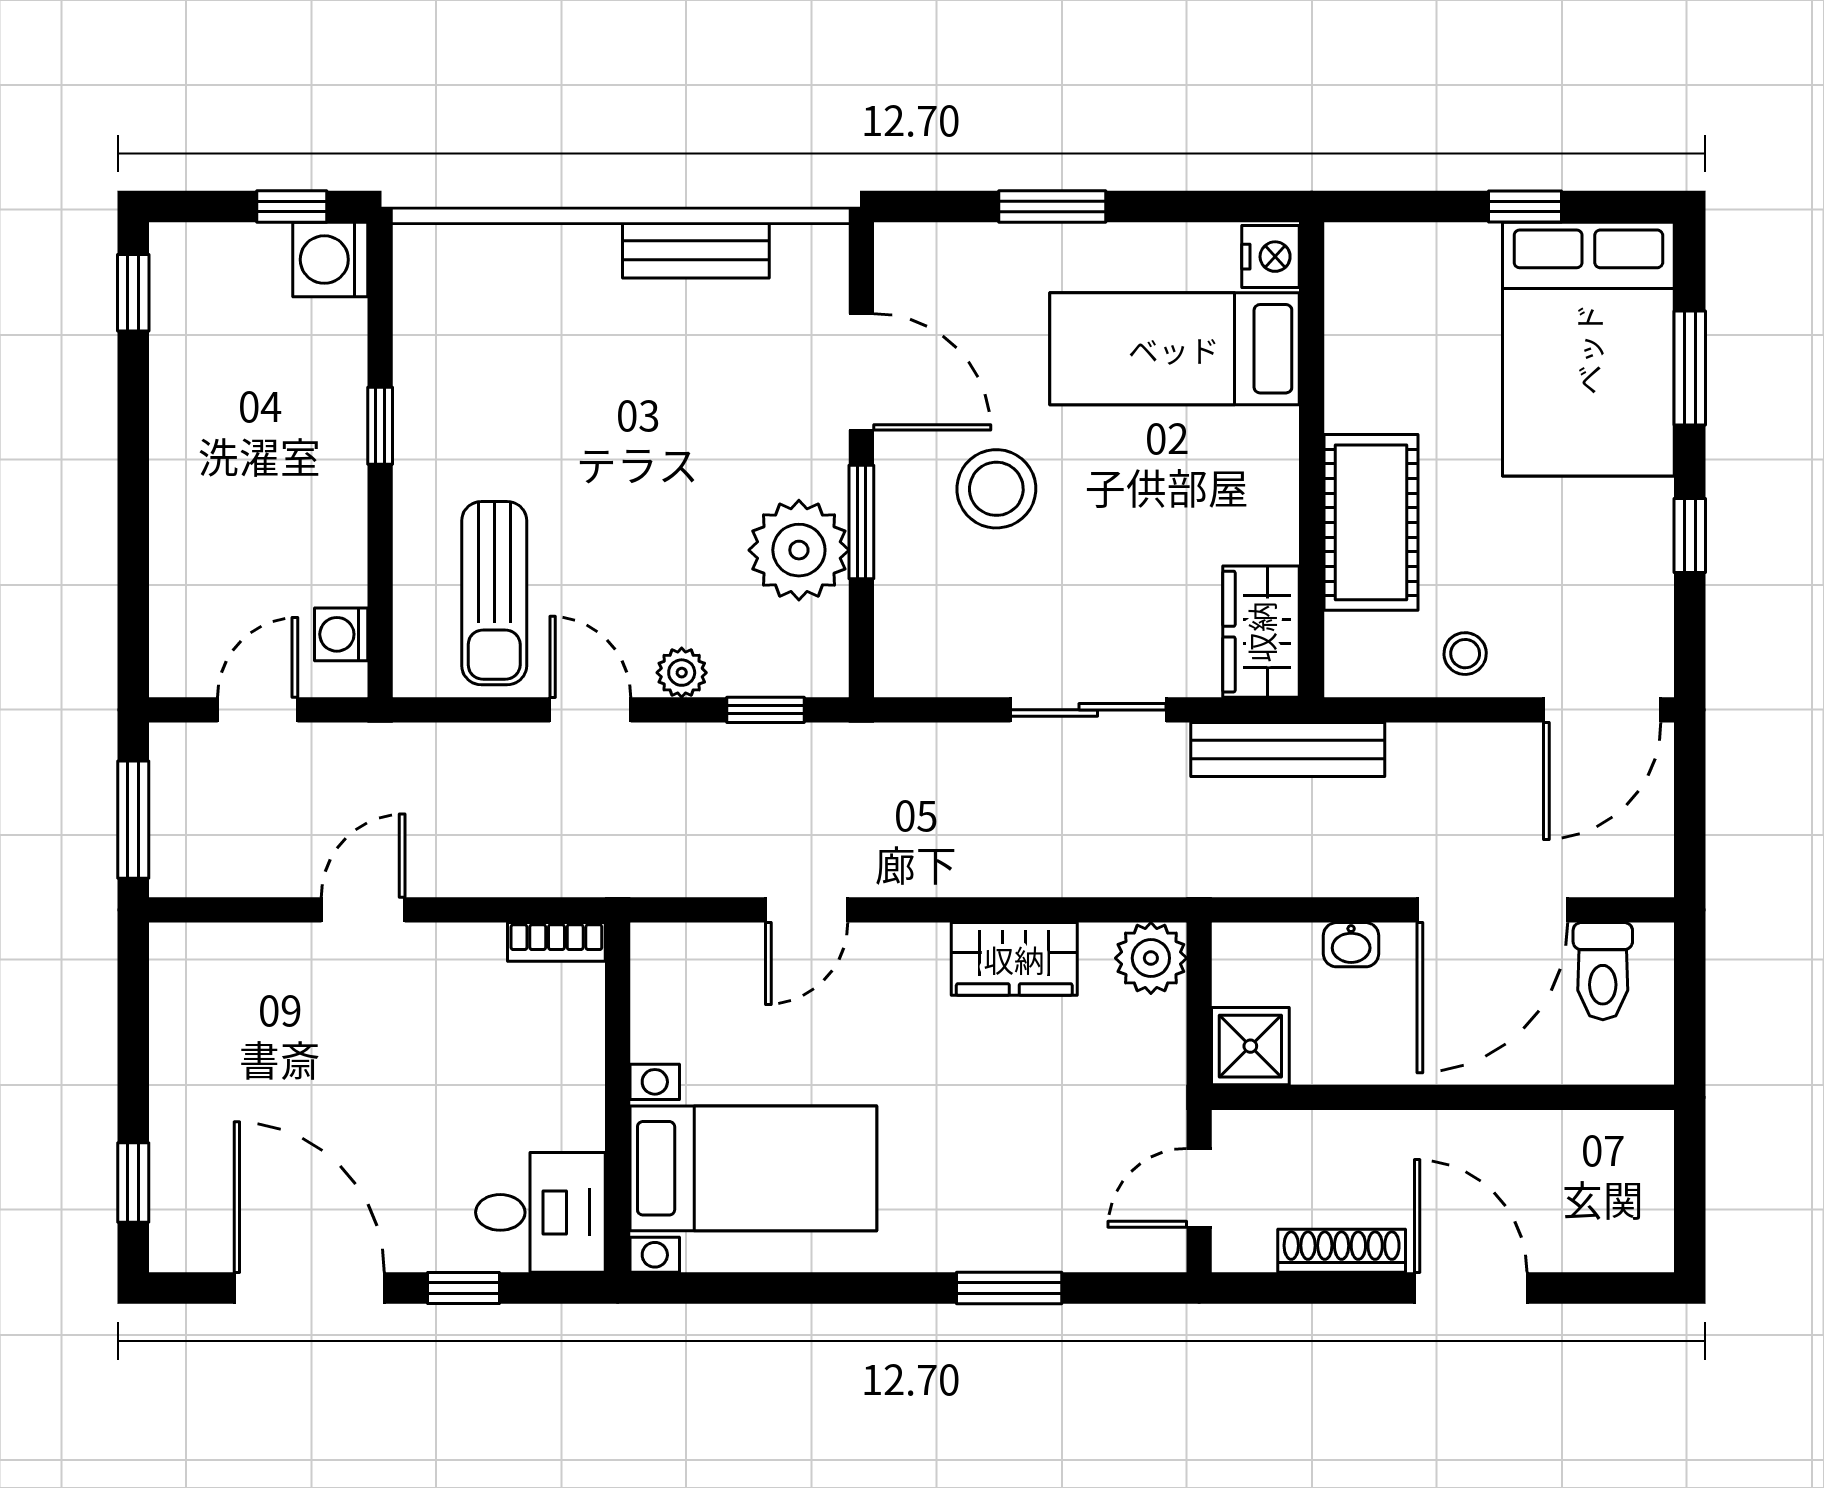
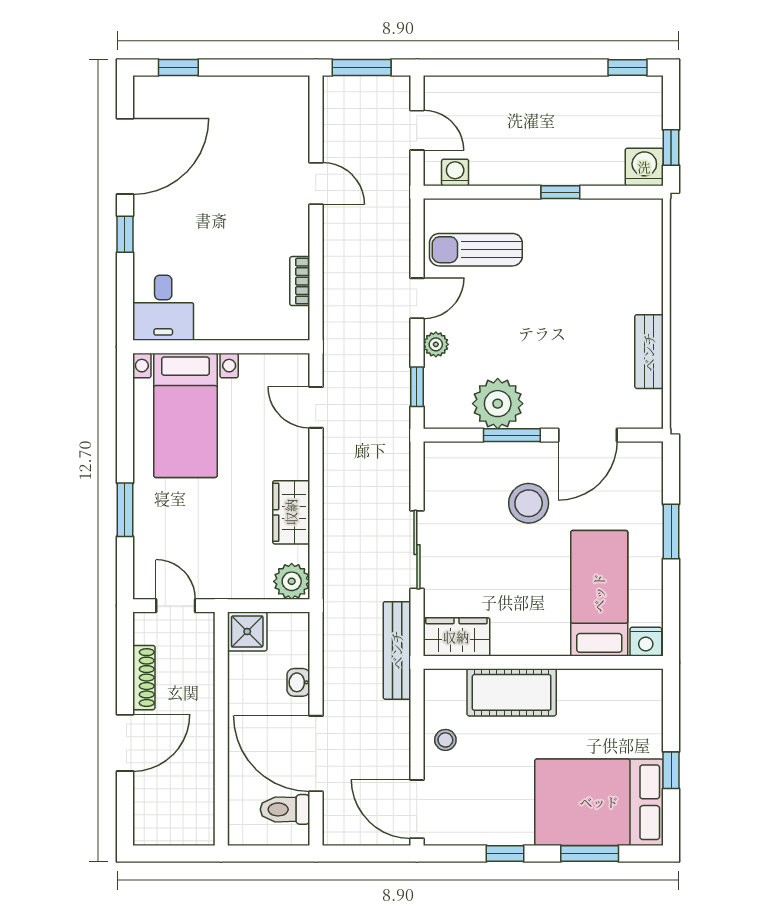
wall: (618, 1097) -> (221, 347), moved
bed with nightstands: (753, 1168) -> (185, 415), moved
desk: (540, 1212) -> (163, 308), moved

